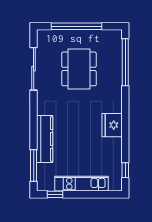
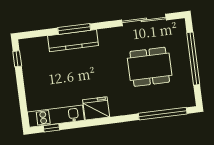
window: (34, 166) -> (74, 29), moved
kitchen unit: (82, 184) -> (56, 116), moved, turned -90

